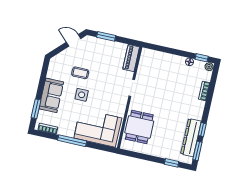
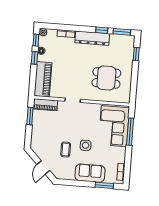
window: (106, 36) -> (30, 116), moved
door: (74, 40) -> (43, 168), moved
window: (183, 54) -> (35, 58), added
piano: (159, 59) -> (43, 79), added
dining table: (139, 127) -> (106, 78), moved
dresser: (191, 138) -> (92, 38), moved
window: (72, 141) -> (130, 132), moved

